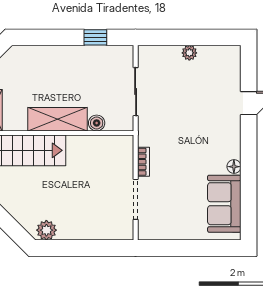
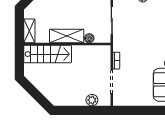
plant: (46, 230) -> (92, 100), moved

